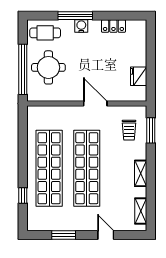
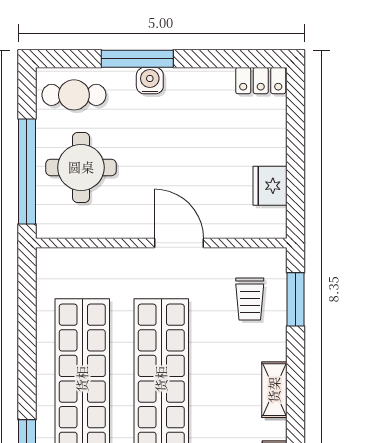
locker: (113, 26) -> (261, 81), moved

